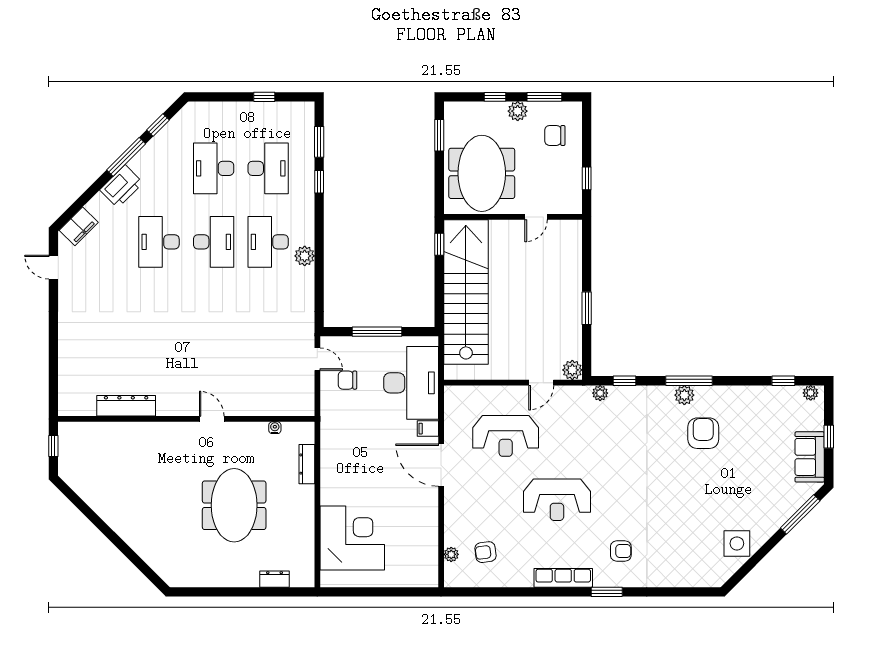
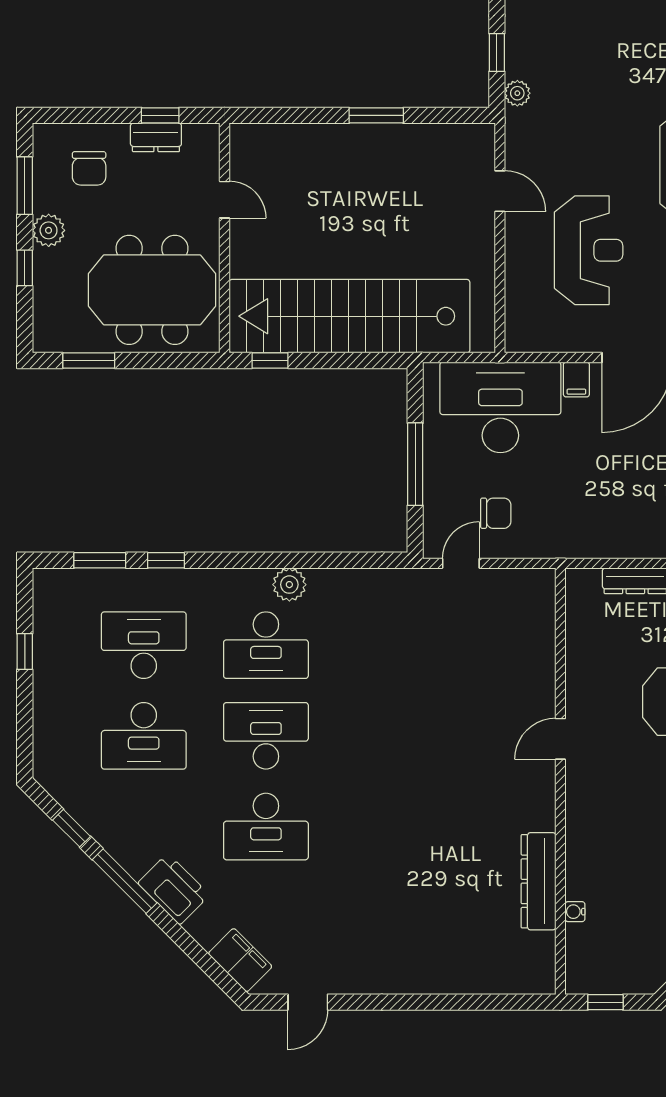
dresser: (574, 176) -> (156, 137), added
plant: (572, 370) -> (479, 139), removed
chair: (347, 380) -> (496, 513), turned -90
water cooler: (275, 428) -> (575, 912), moved

